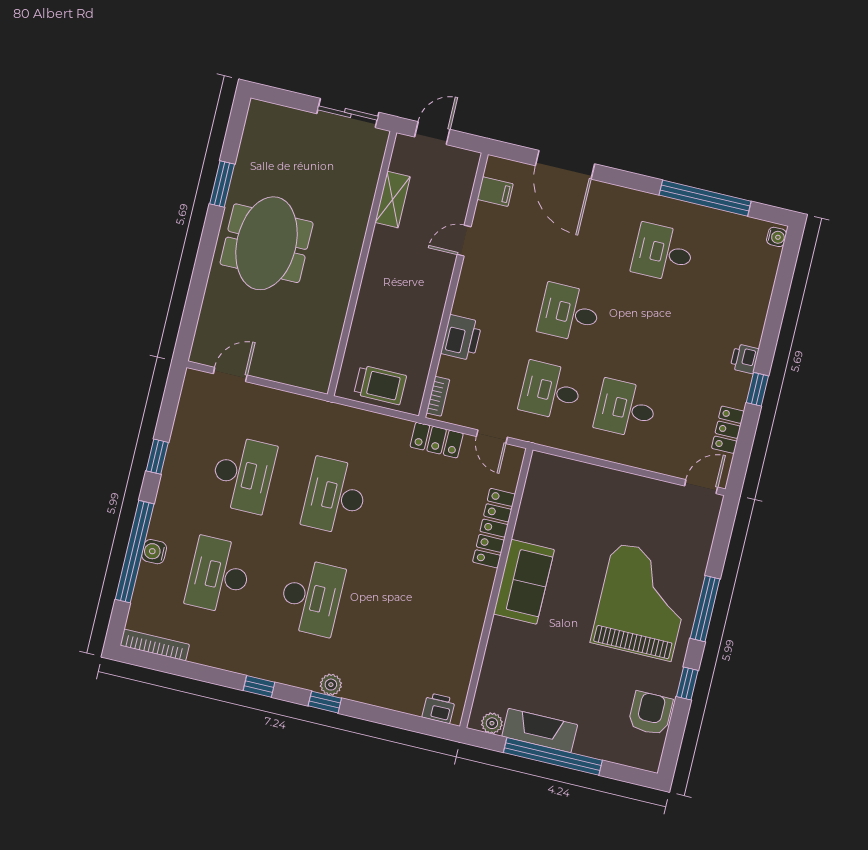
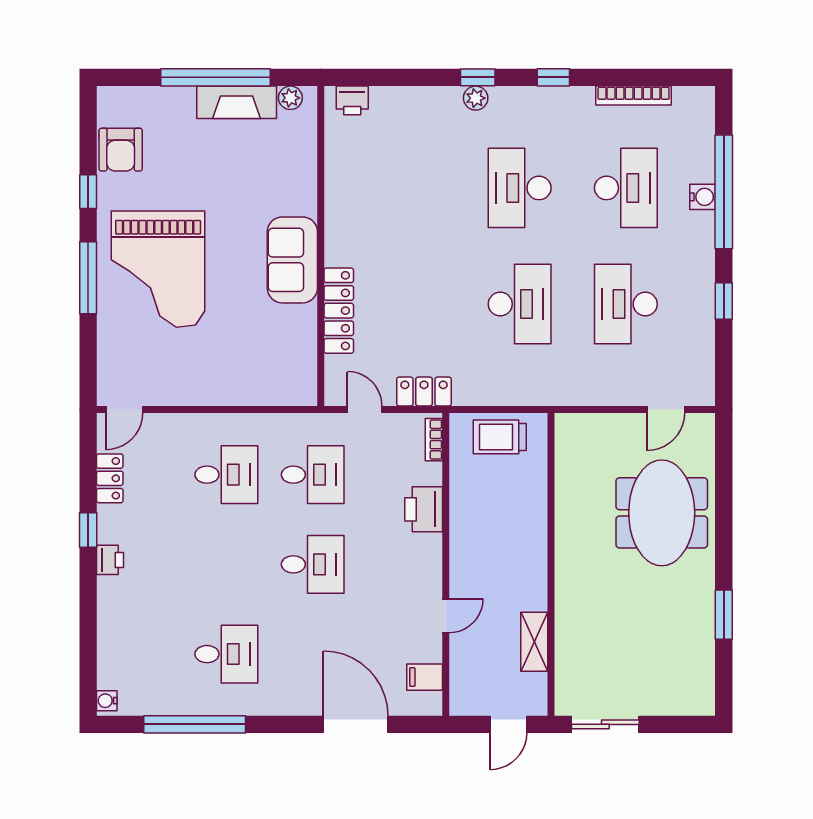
meeting table: (267, 243) -> (662, 513), moved
bookcase: (155, 645) -> (634, 96), moved

